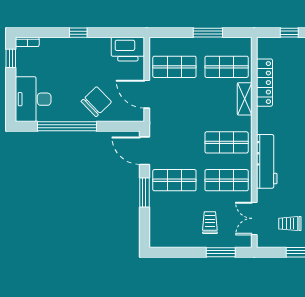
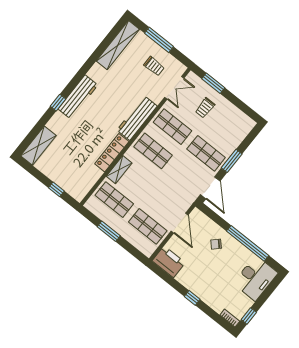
locker: (264, 83) -> (112, 153), moved
chair: (96, 102) -> (216, 244), width x0.54, depth x0.54

